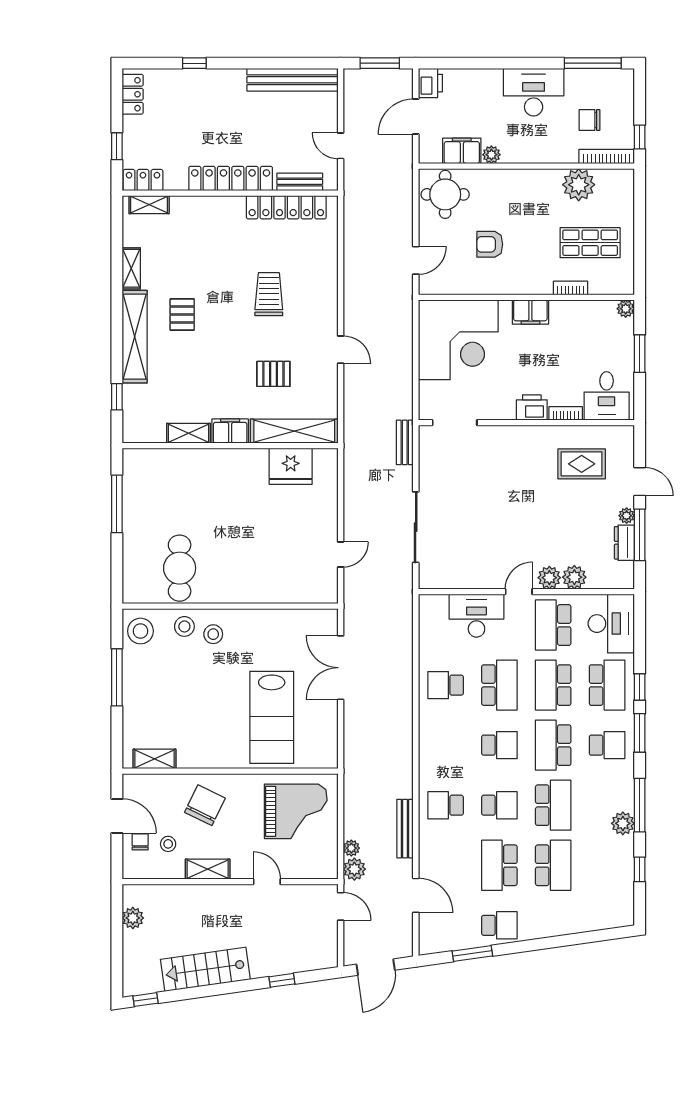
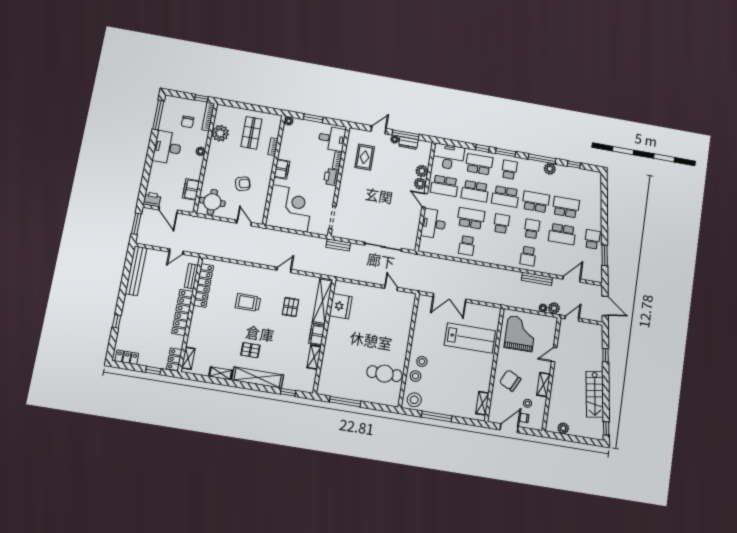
plant: (491, 155) -> (200, 151), moved
armchair: (490, 244) -> (243, 184), turned -106

